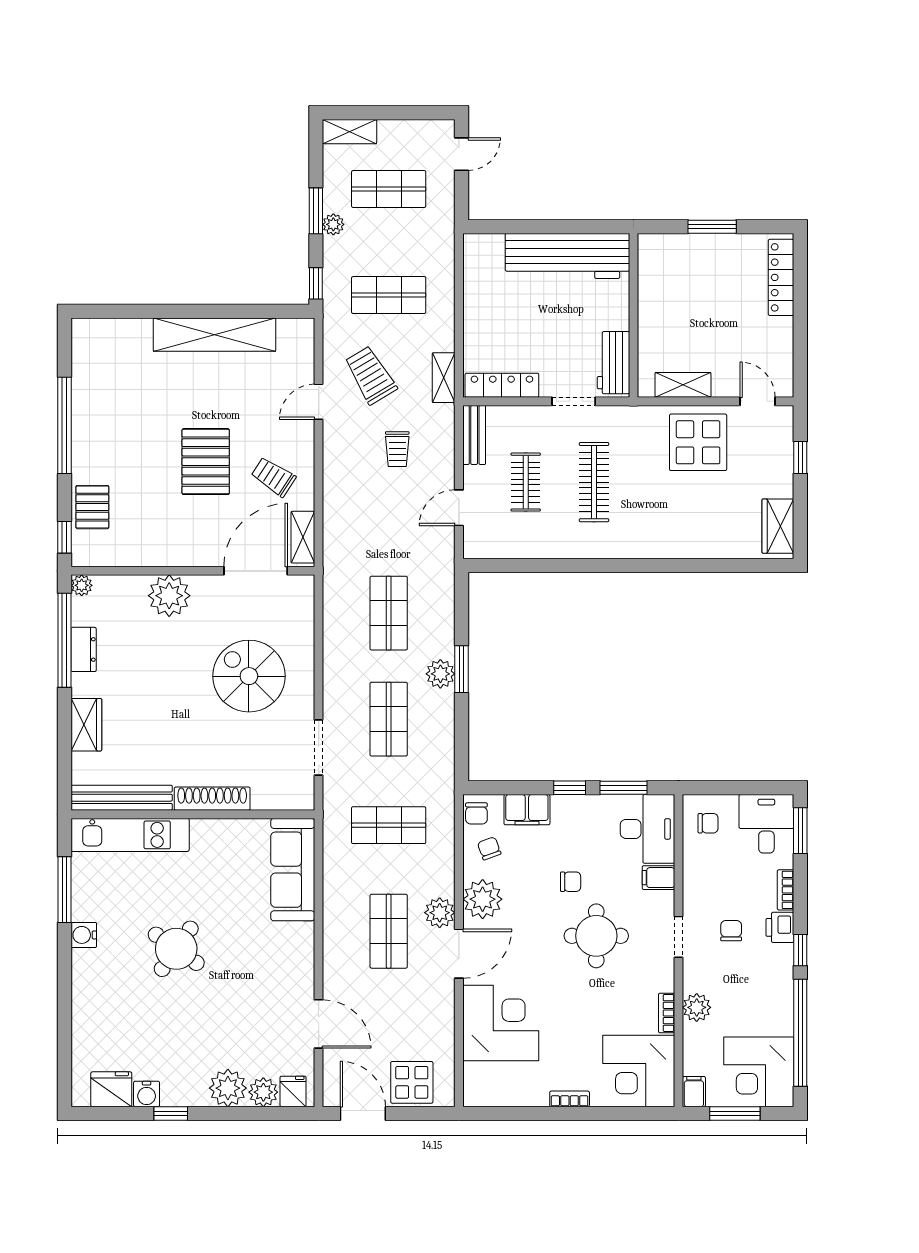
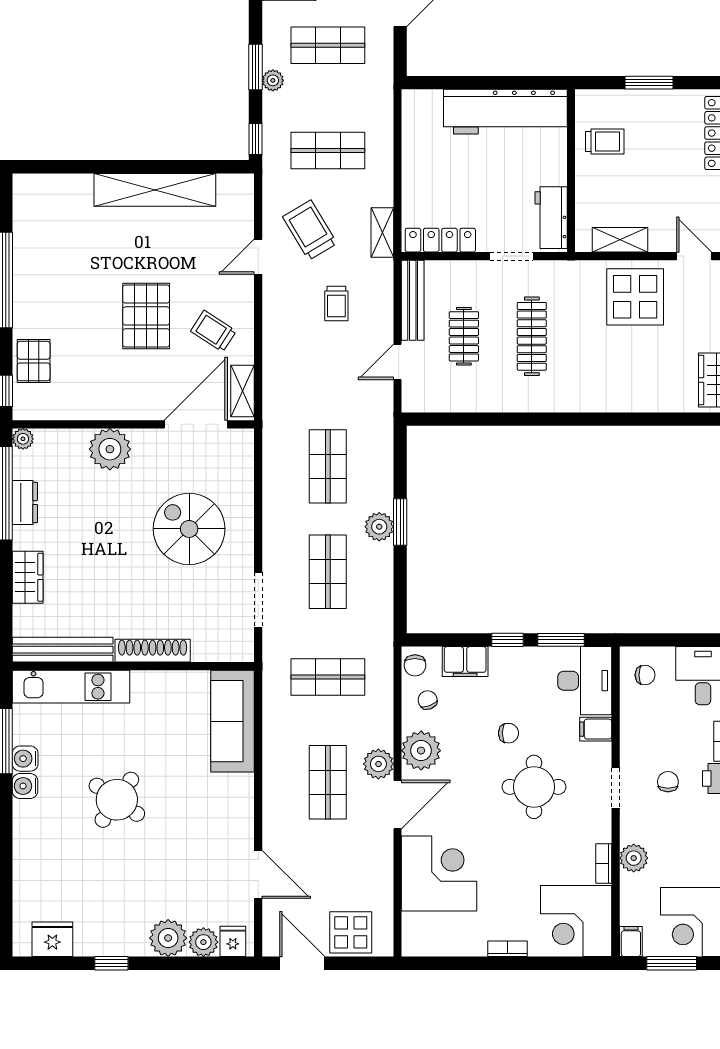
trolley: (668, 286) -> (605, 141), added
bench: (474, 435) -> (413, 300), width x1.36
water cooler: (147, 1094) -> (25, 759), moved, turned 90

